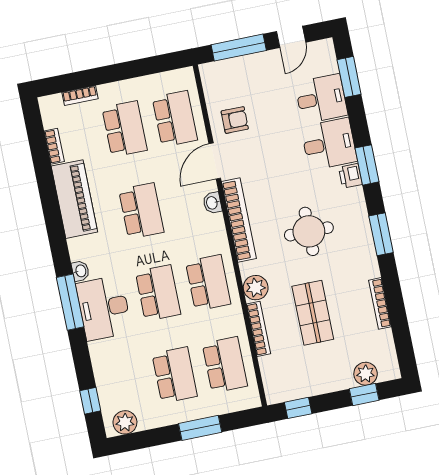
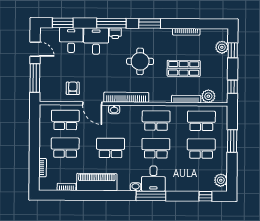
window: (367, 165) -> (111, 23), width x1.44
plant: (256, 288) -> (208, 96), moved
desk: (104, 308) -> (153, 179), width x0.73

